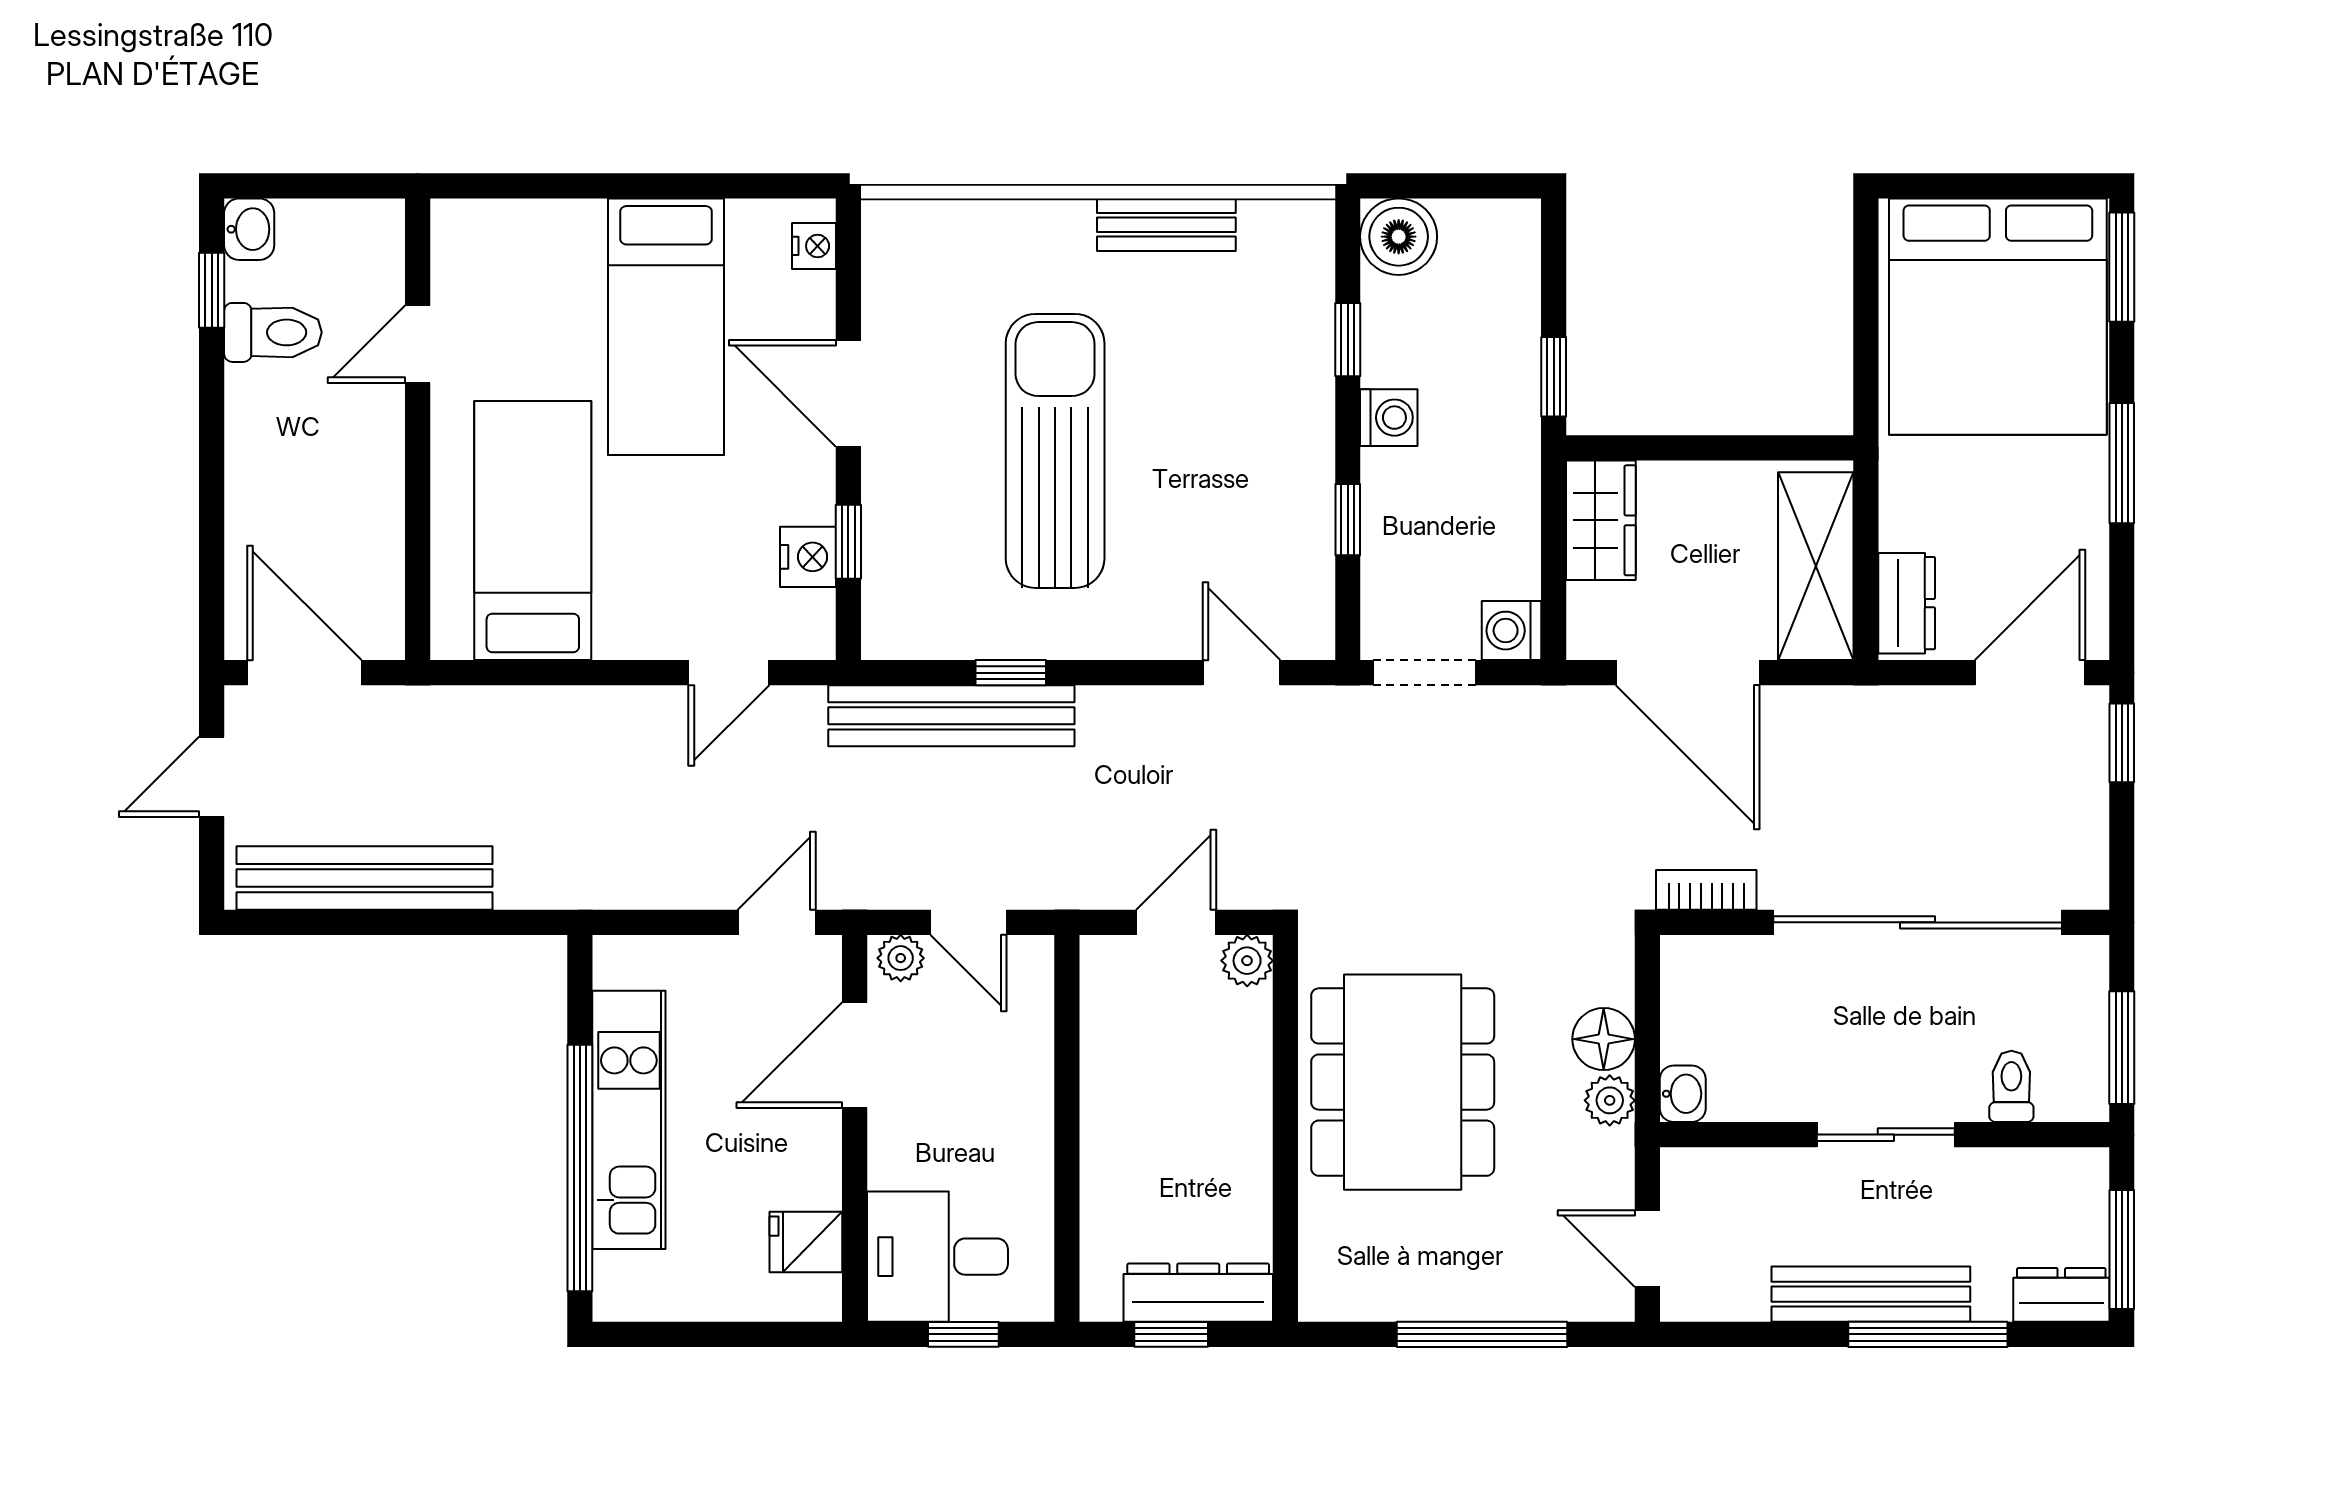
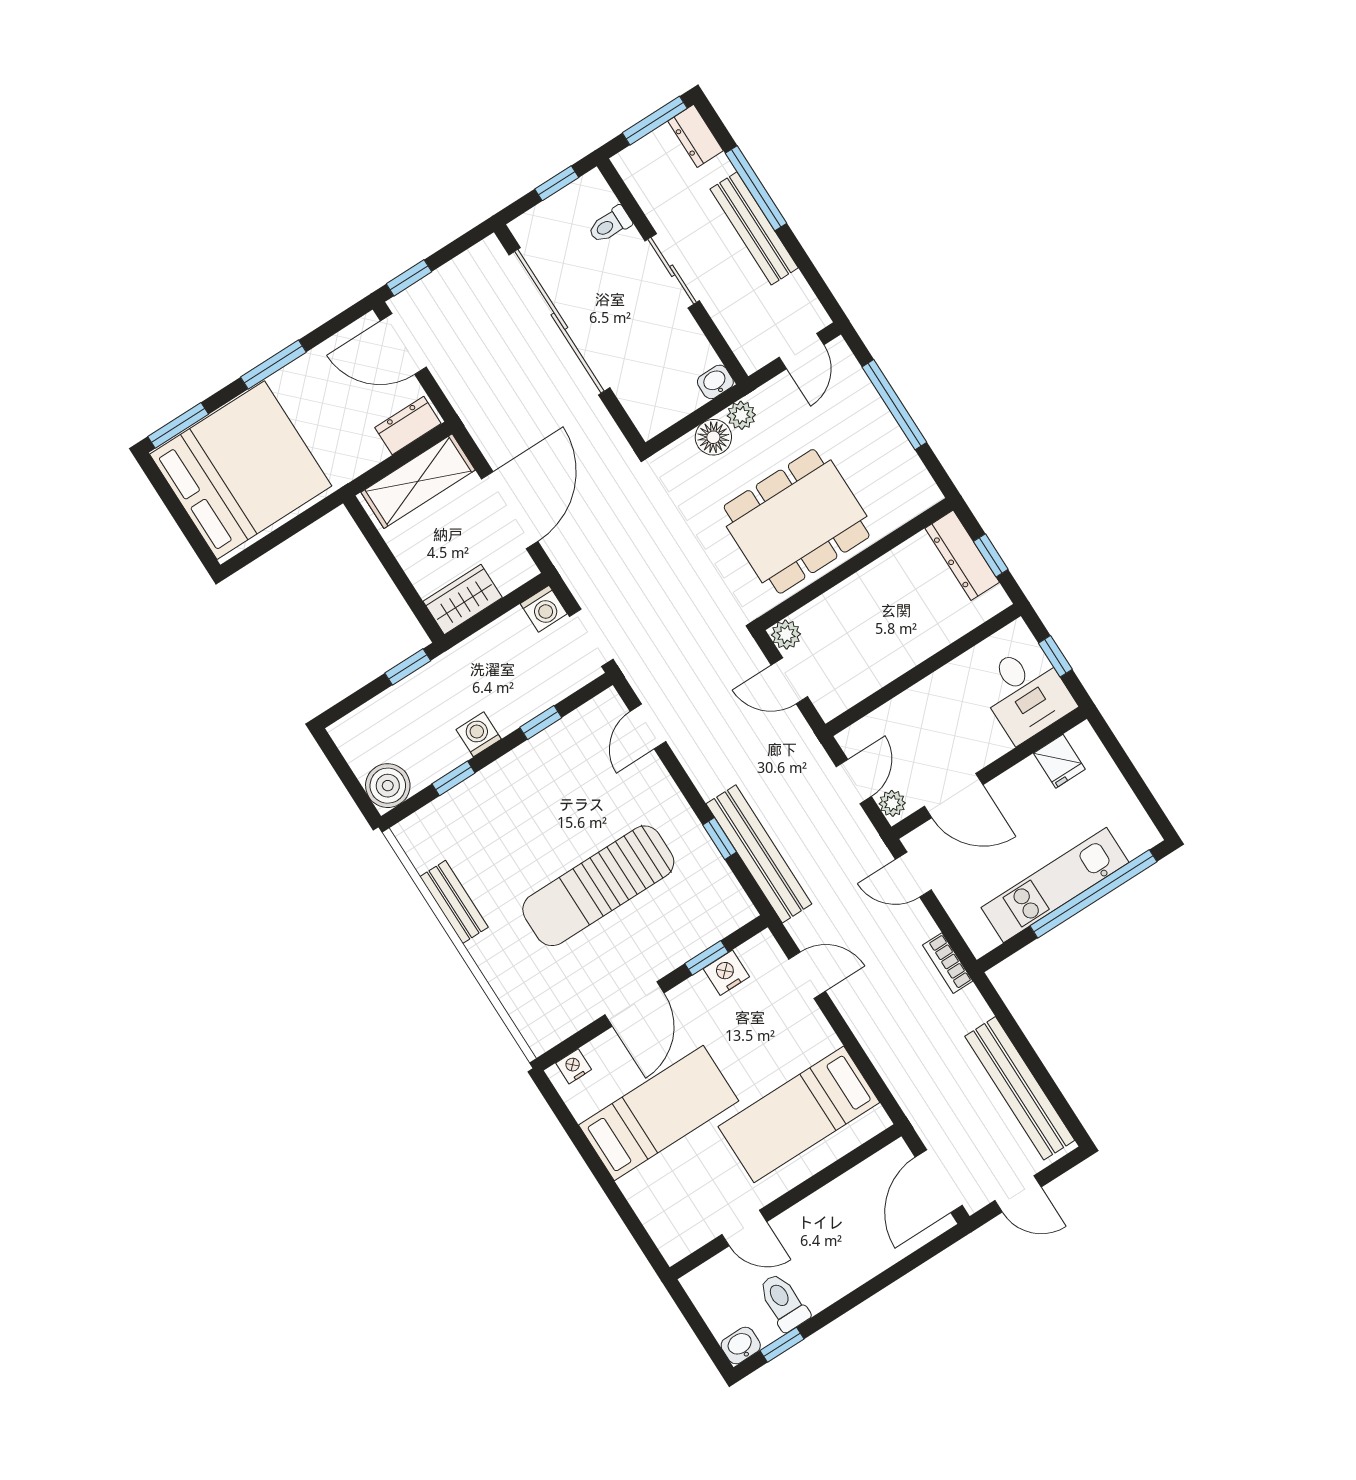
bookcase: (1706, 890) -> (948, 963), moved
window: (2122, 1048) -> (557, 183), width x0.67

